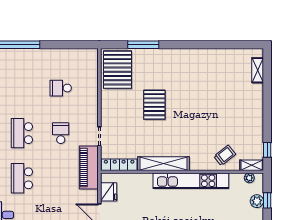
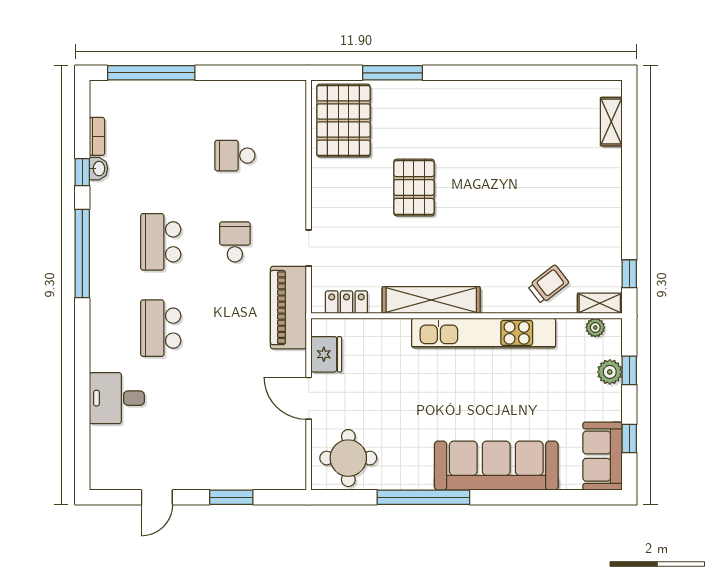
locker: (119, 165) -> (346, 302), width x0.66

